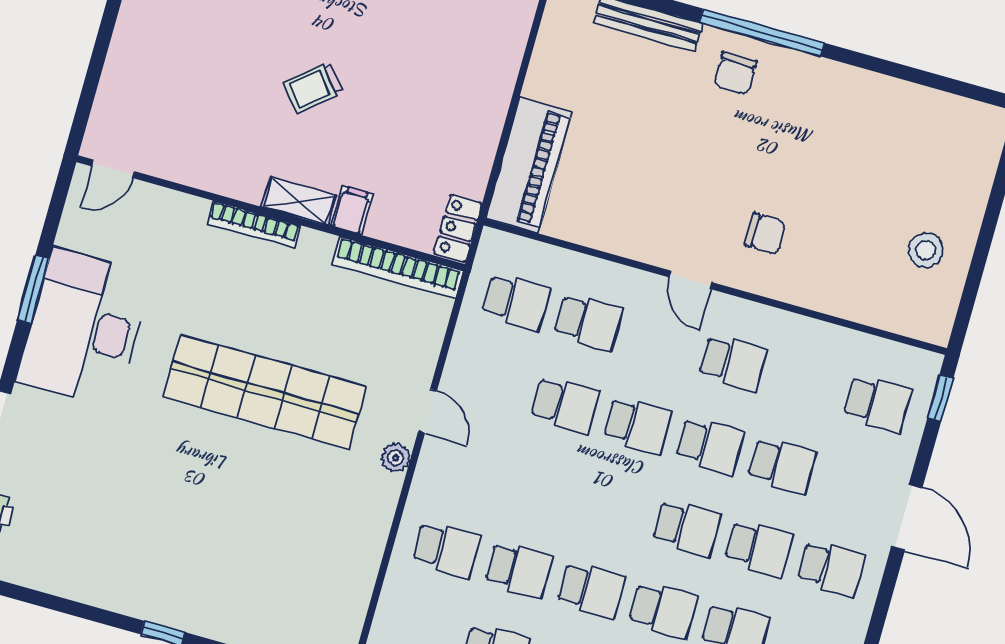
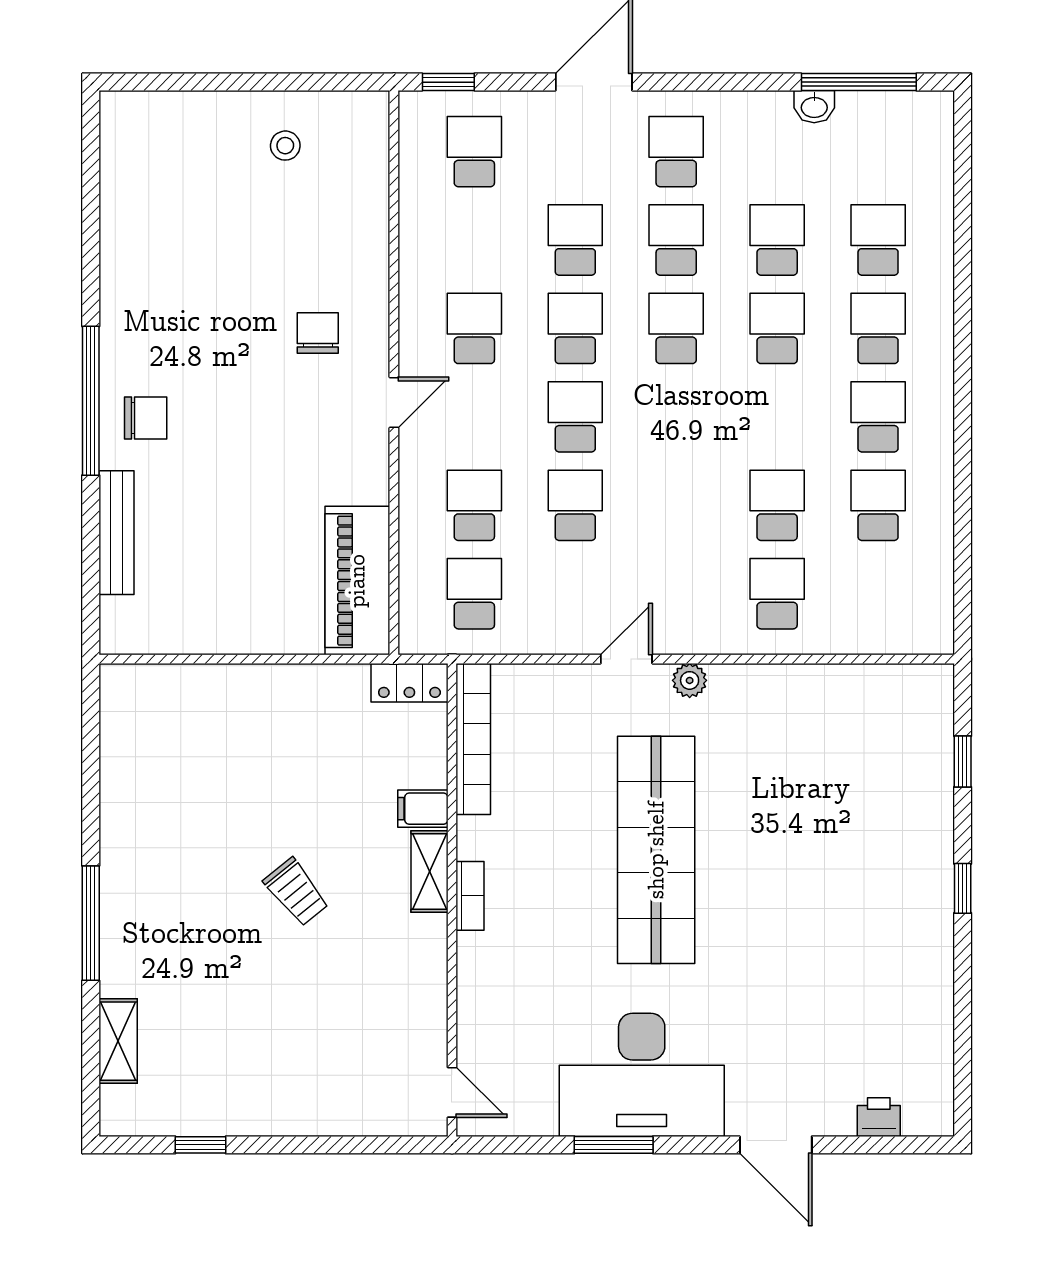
piano: (529, 165) -> (357, 581), moved, turned -90
bookcase: (254, 224) -> (470, 896), width x0.64
stool: (926, 250) -> (285, 146), width x0.73, depth x0.73
school desk: (591, 590) -> (777, 417), removed

